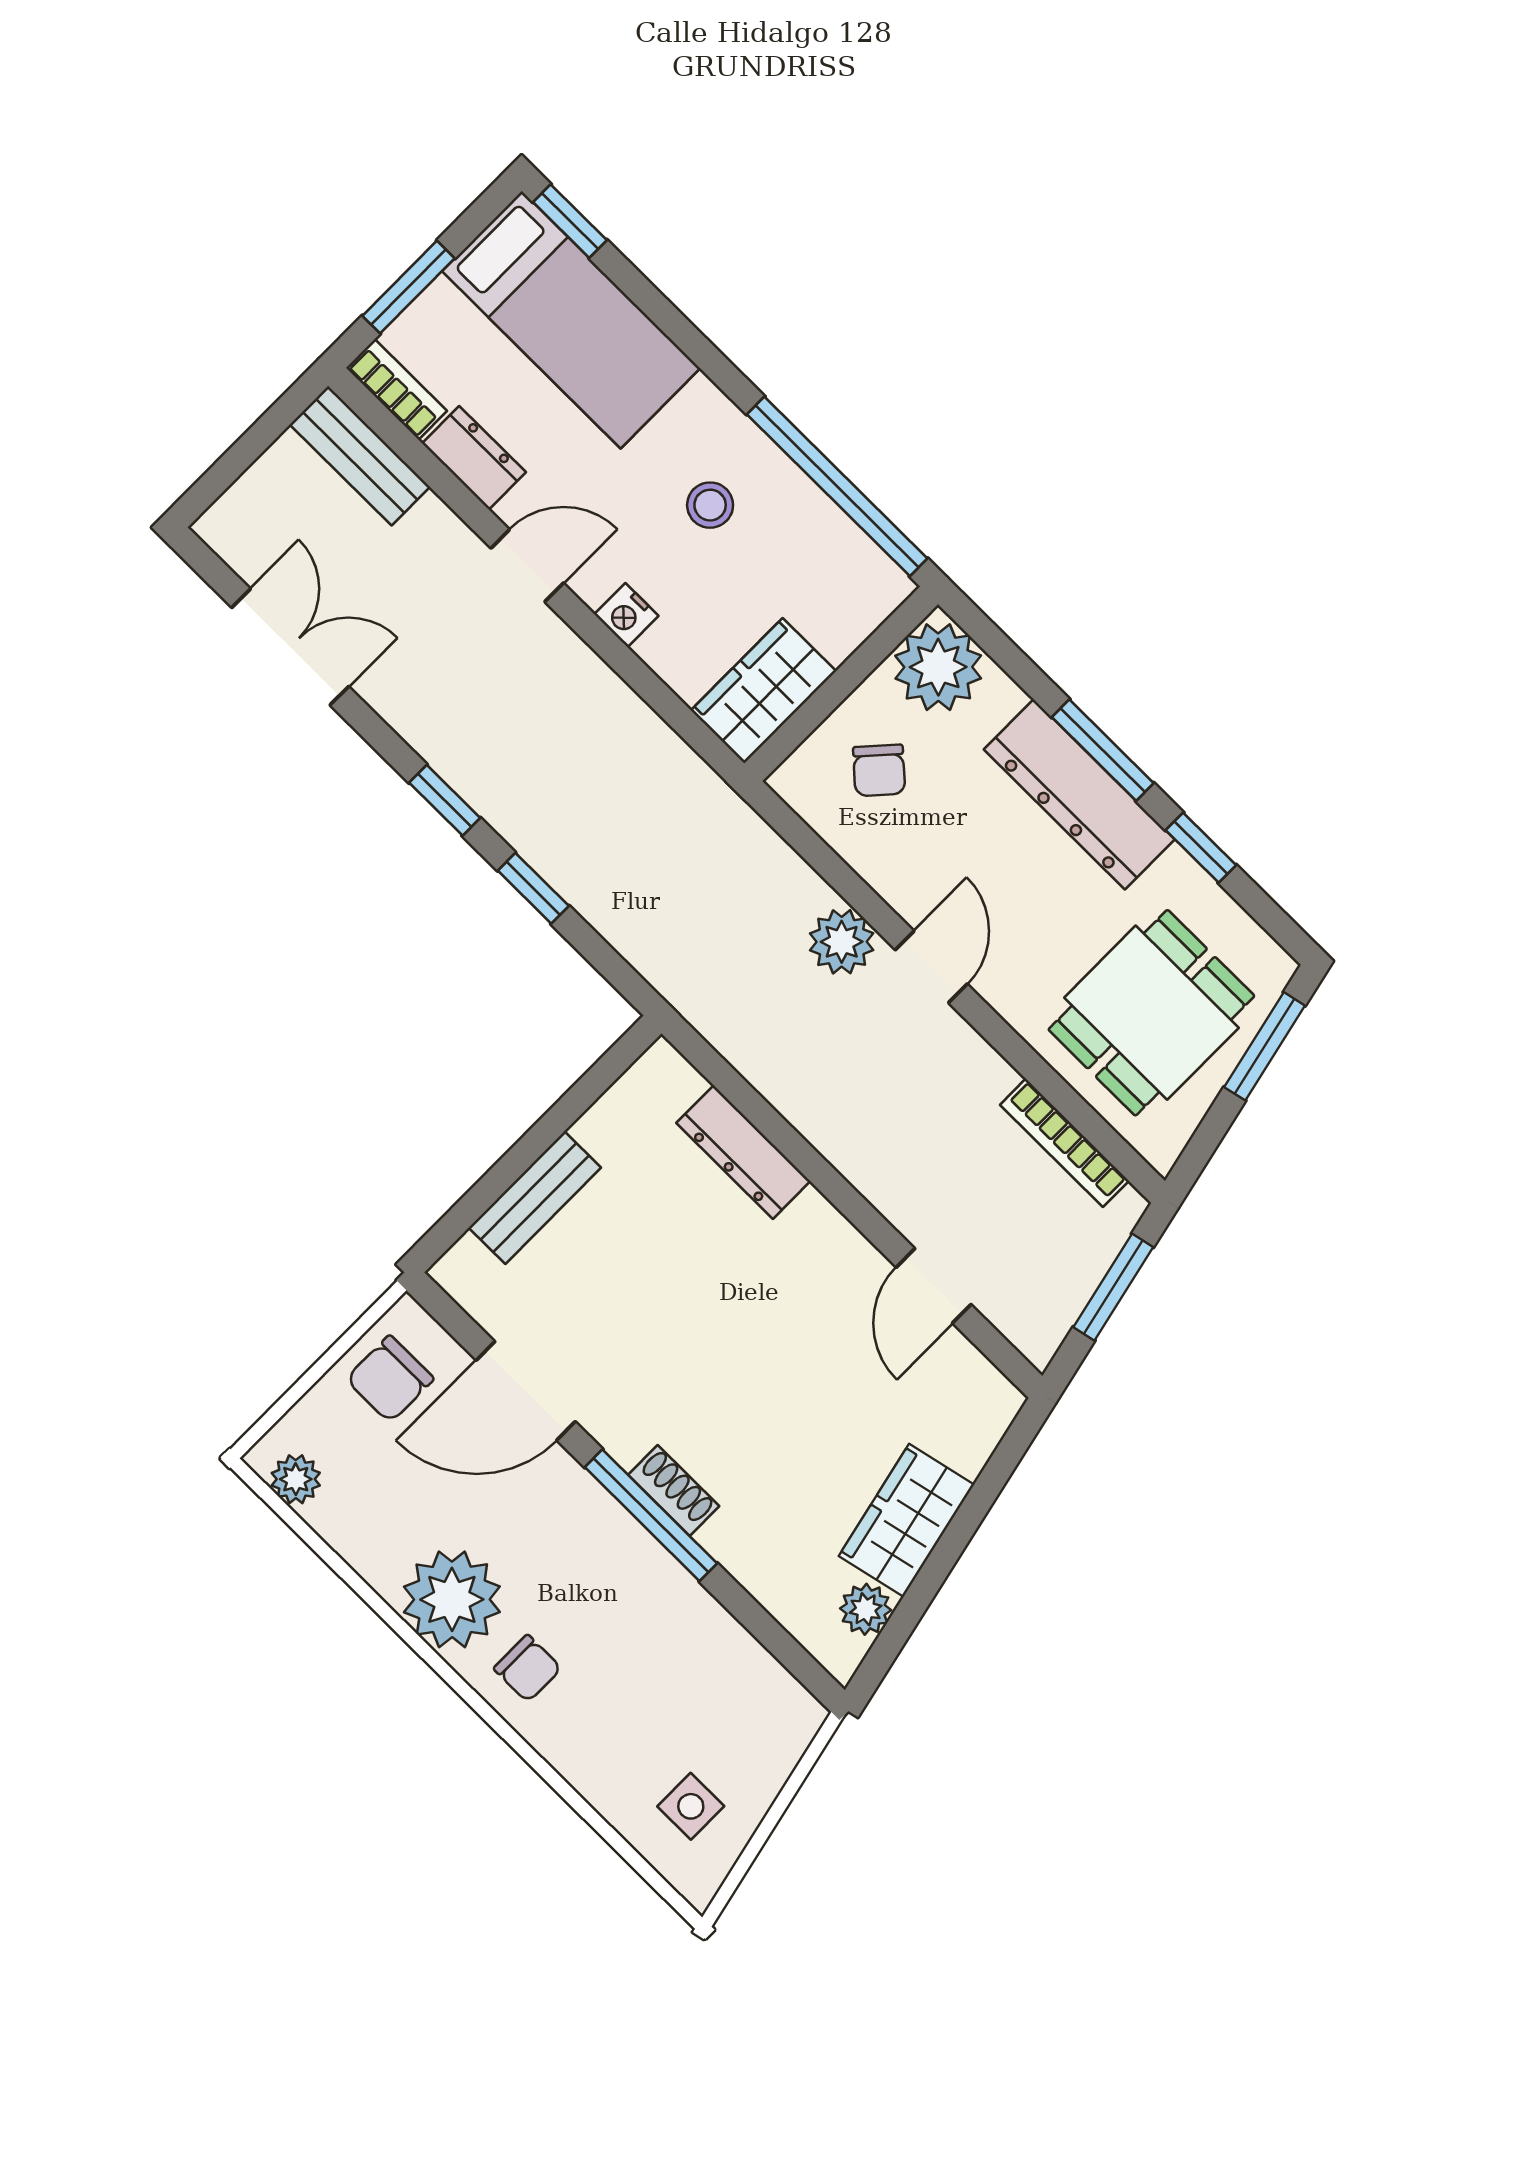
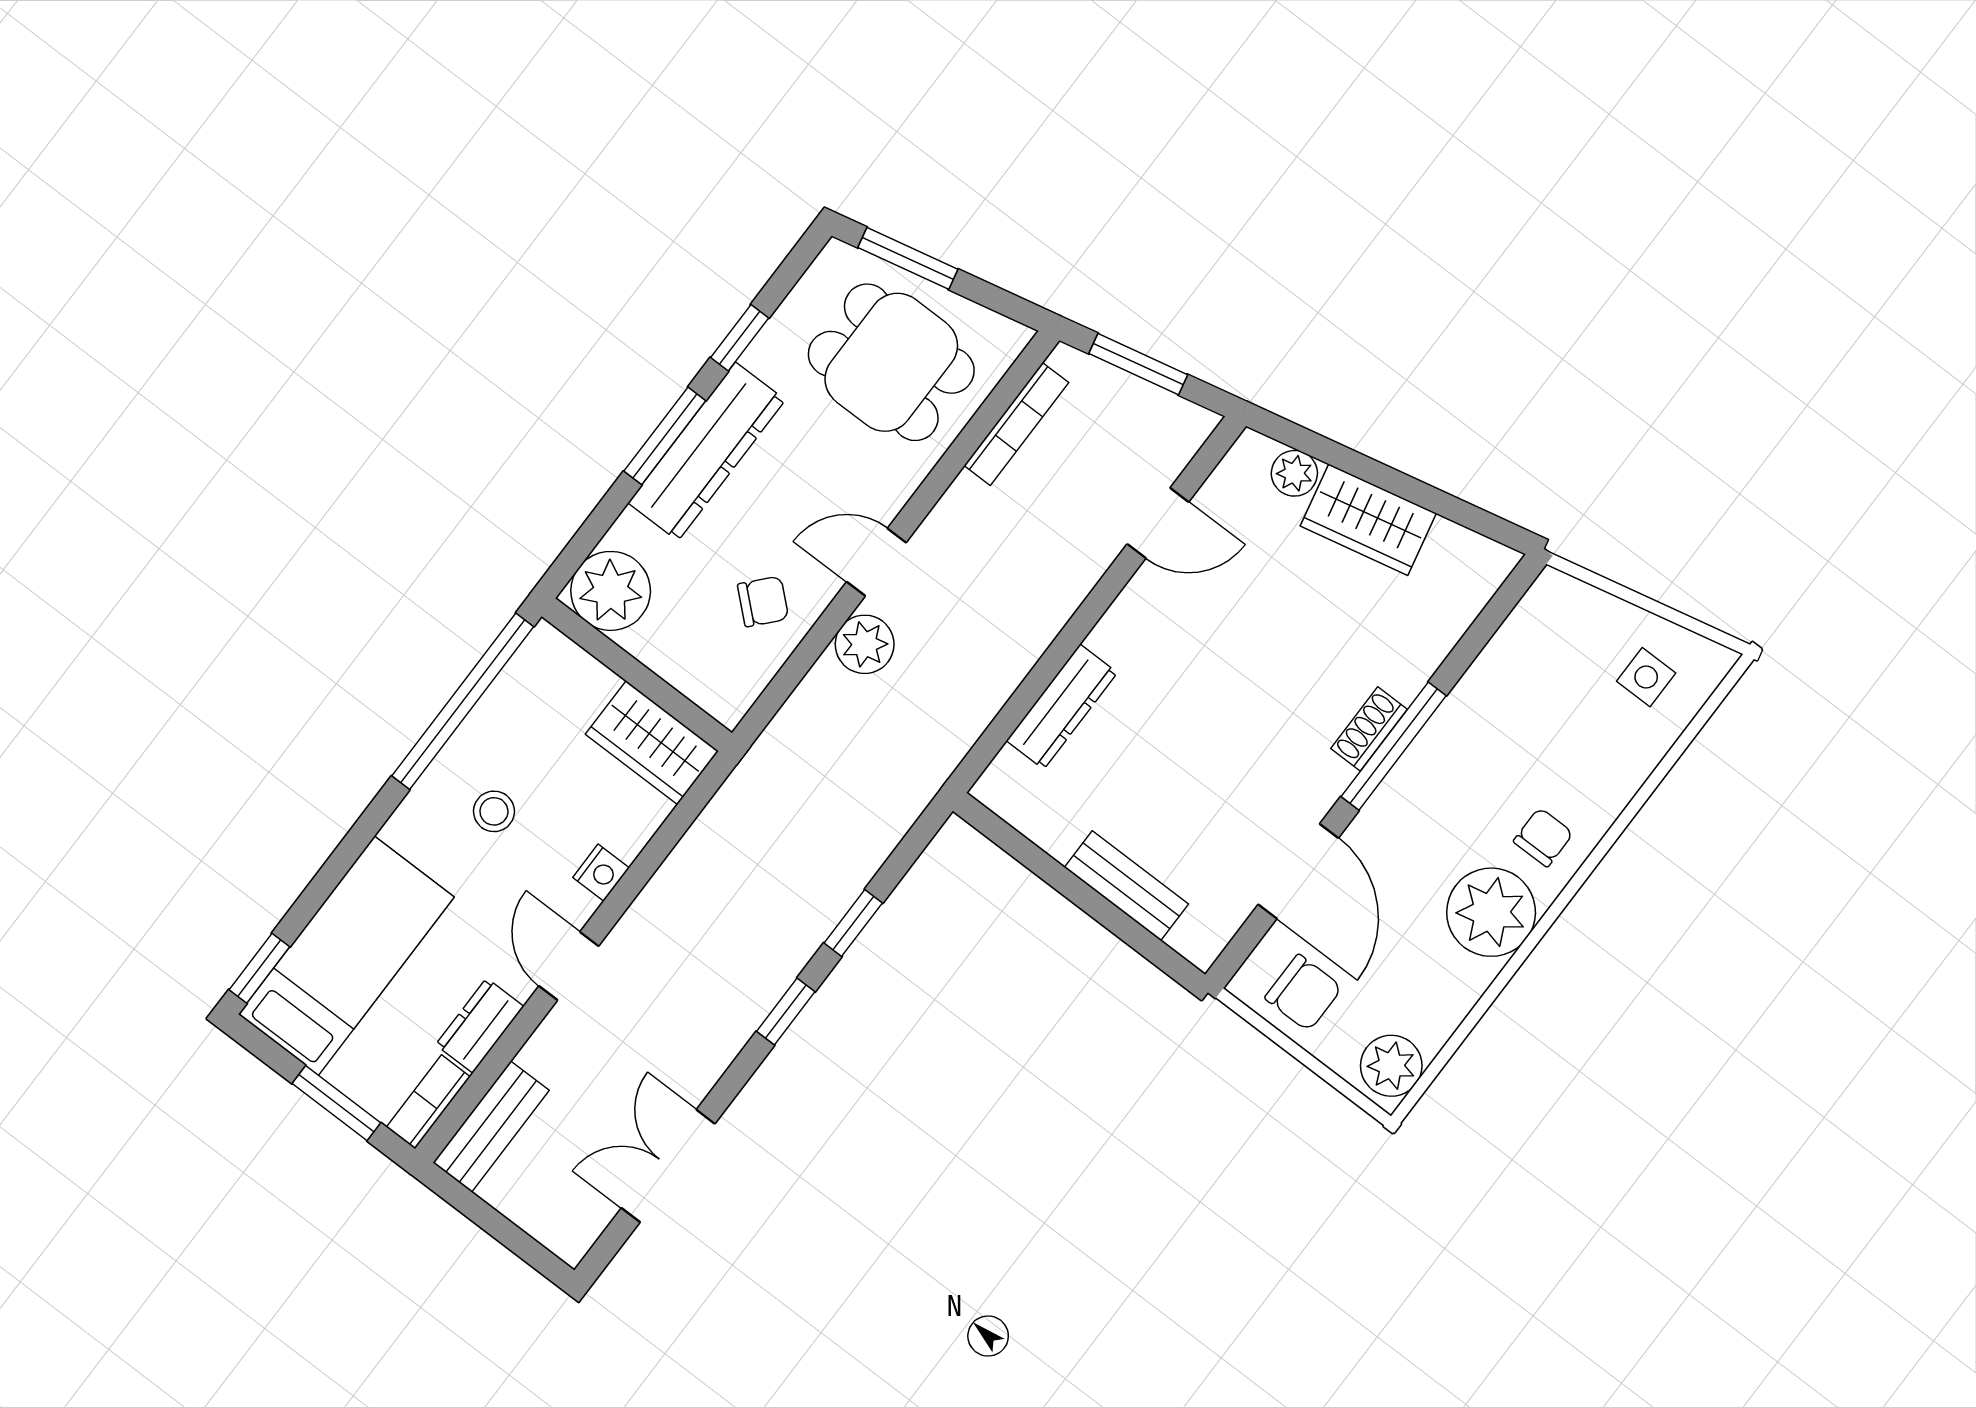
chair: (879, 770) -> (763, 601), moved
plant: (296, 1479) -> (1391, 1066), width x1.38, depth x1.38
plant: (866, 1609) -> (1294, 473), moved

